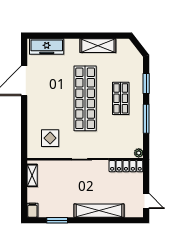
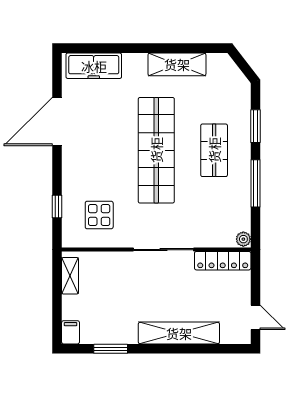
window: (24, 133) -> (57, 206), added

